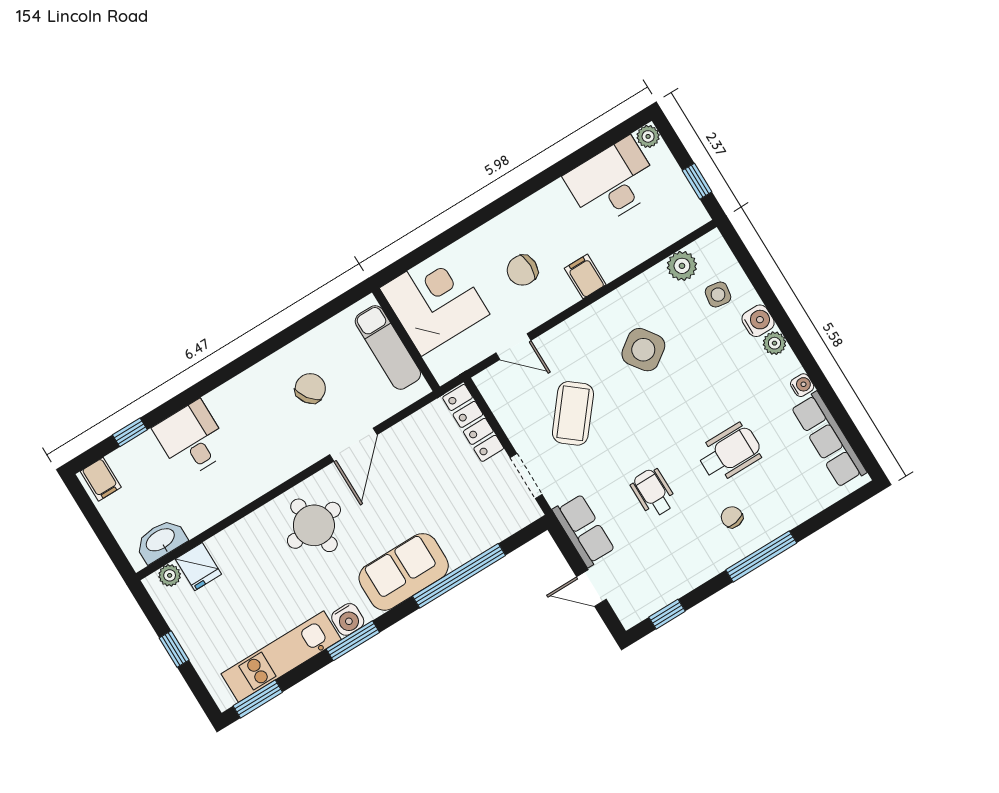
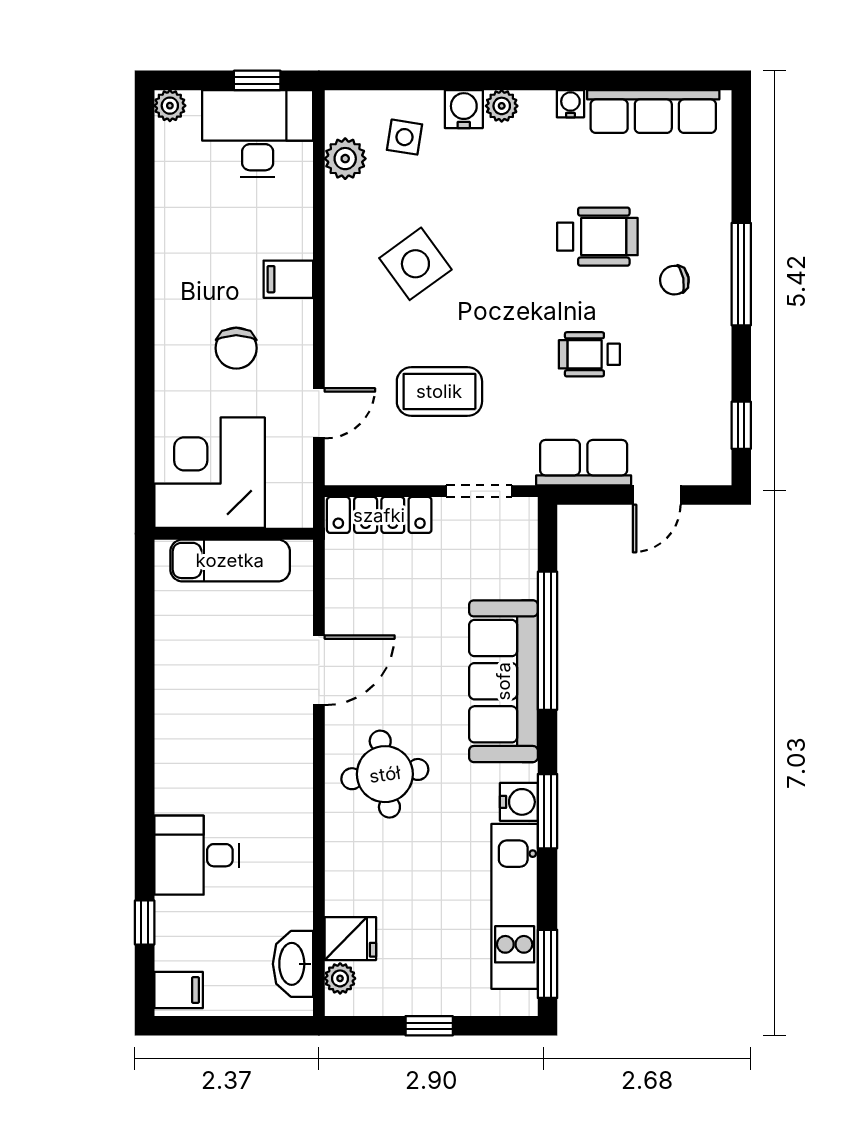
desk: (613, 182) -> (258, 134), moved, turned 90
chair: (310, 388) -> (222, 680), removed
coffee table: (573, 413) -> (439, 391), turned -39
door: (353, 445) -> (319, 670), hinge flipped
wheelchair: (730, 453) -> (597, 237), turned 90
sofa: (404, 572) -> (503, 681), width x1.36

